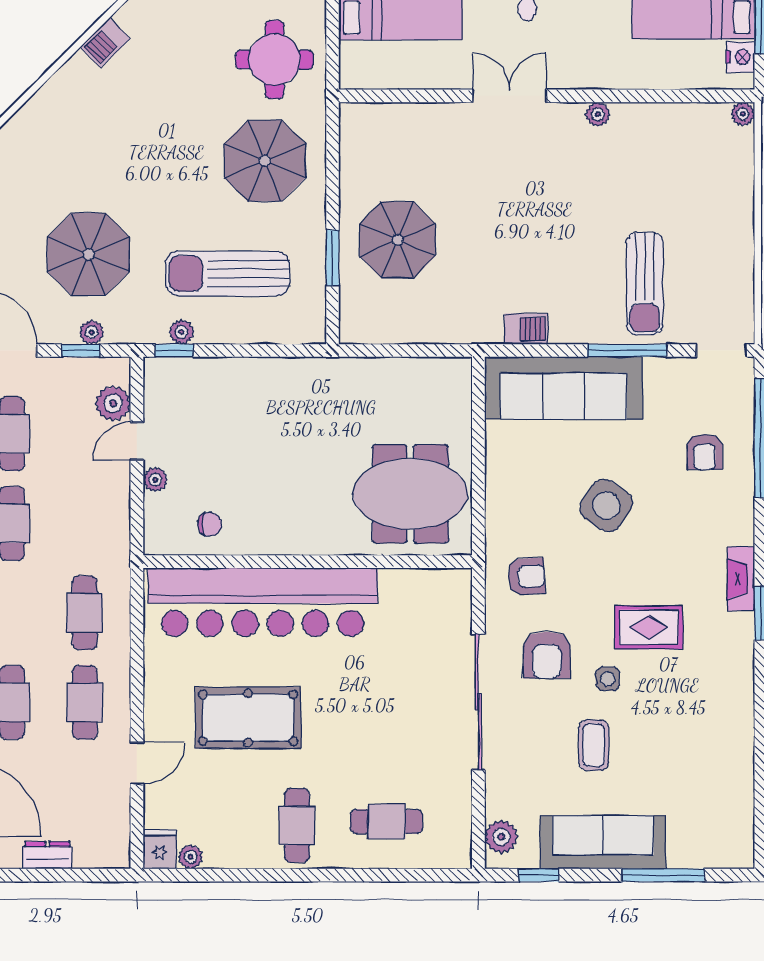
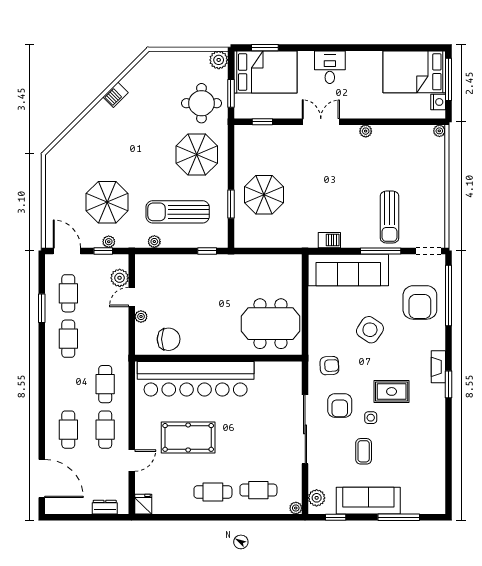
window: (332, 40) -> (231, 93), added
window: (394, 96) -> (262, 122), added
window: (174, 350) -> (207, 251), moved
armchair: (705, 452) -> (420, 302), width x1.88, depth x1.88
chair: (210, 524) -> (169, 339), width x1.87, depth x1.87
cafe table: (297, 825) -> (213, 492), turned 90
dresser: (47, 855) -> (105, 507), moved
plant: (191, 857) -> (296, 508), moved

